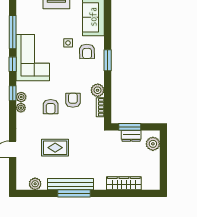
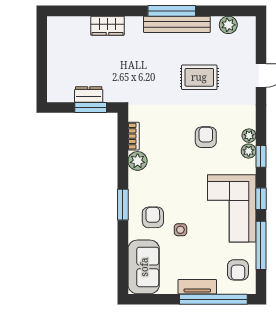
armchair: (73, 100) -> (238, 270), moved
plant: (153, 144) -> (57, 83), removed
wardrobe: (124, 183) -> (108, 26), width x0.67

